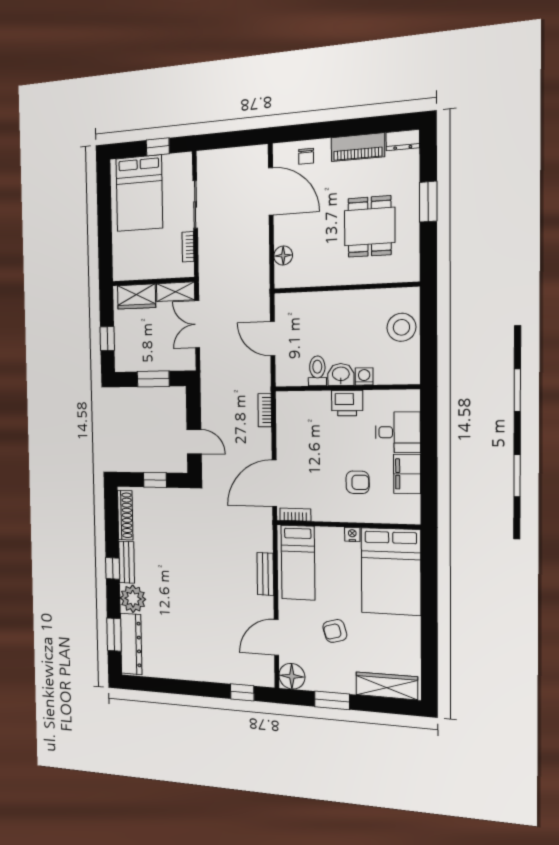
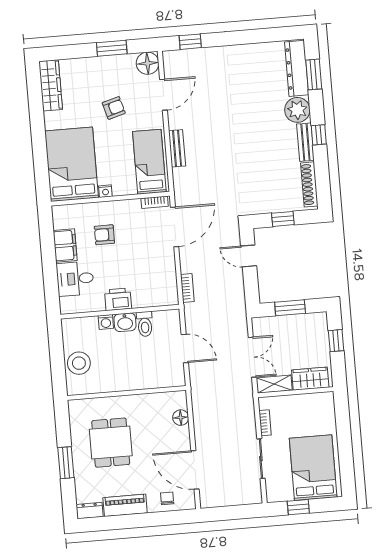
wardrobe: (387, 686) -> (51, 85), moved, turned -90

